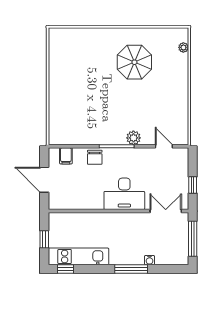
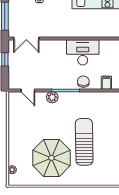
parasol: (134, 62) -> (51, 158), width x1.36, depth x1.36
sun lounger: (94, 82) -> (84, 142), added
desk: (124, 194) -> (83, 52), moved

